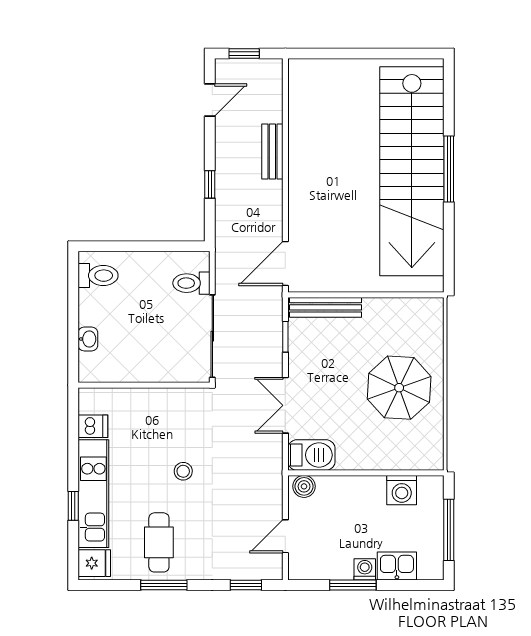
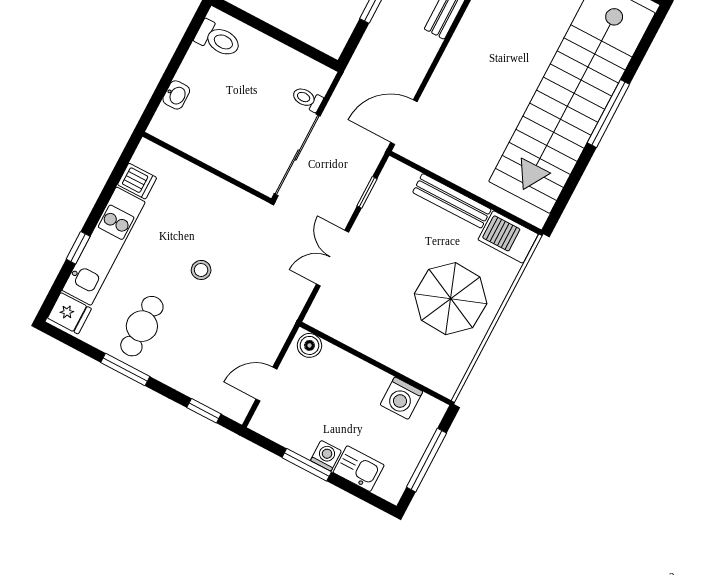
toilet: (191, 283) -> (307, 99), width x0.73, depth x0.72
bench: (325, 307) -> (452, 201), moved
barbecue: (311, 455) -> (508, 237), moved, turned 180

